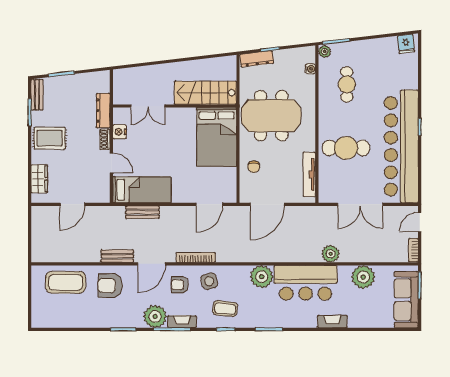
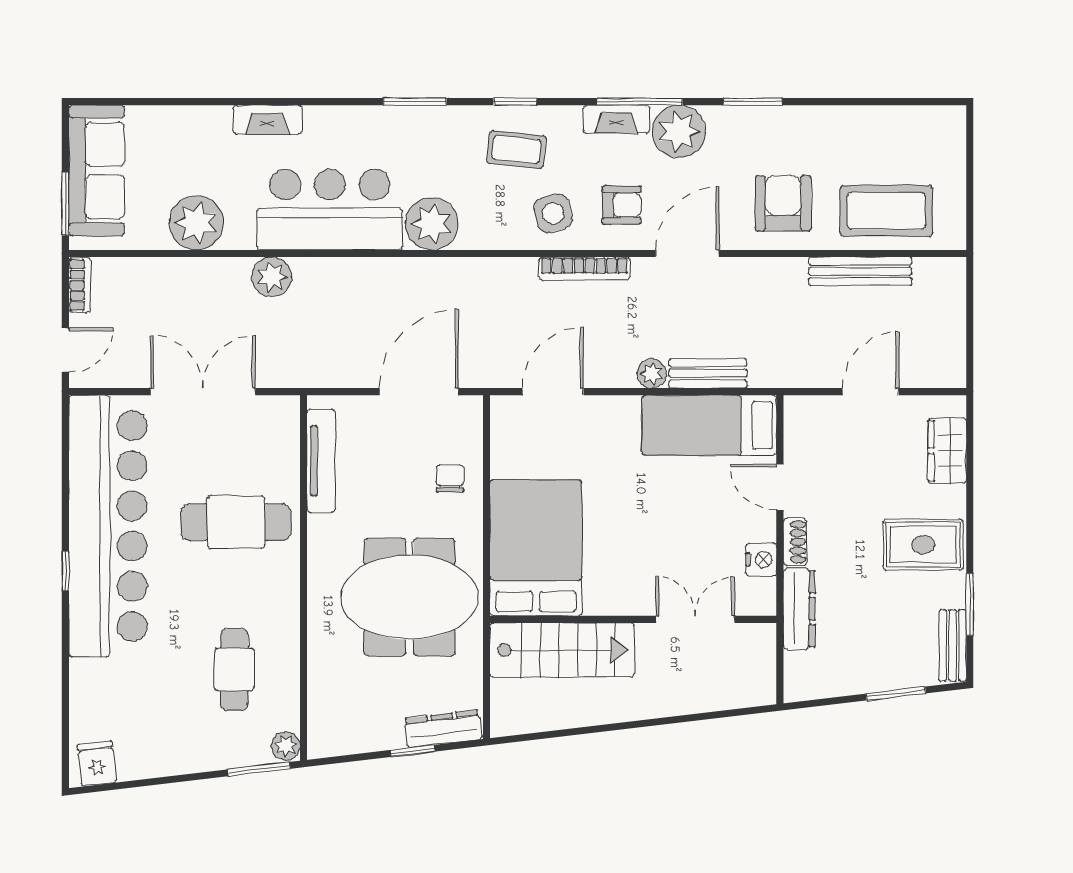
water cooler: (310, 69) -> (319, 706), removed
plant: (167, 212) -> (652, 374), added
bench: (117, 256) -> (860, 271), moved, width x1.36
armchair: (110, 286) -> (783, 203), turned -90

